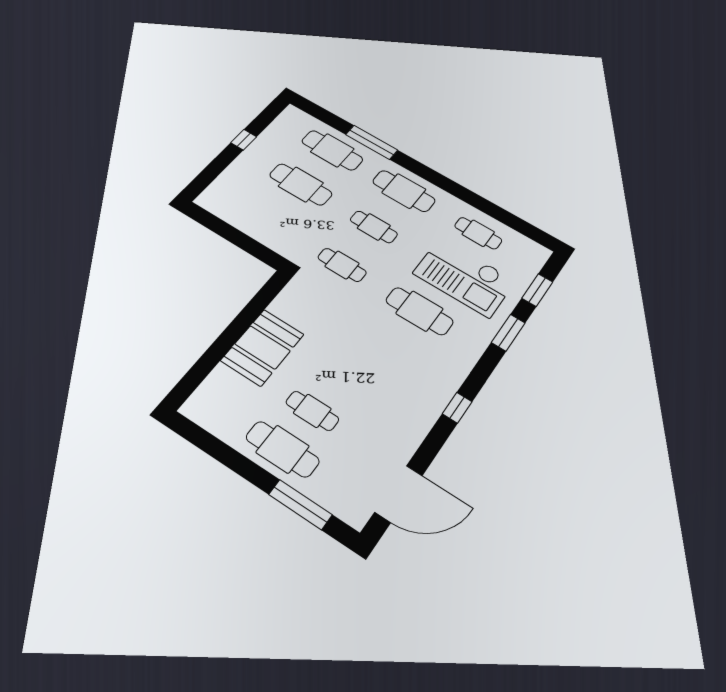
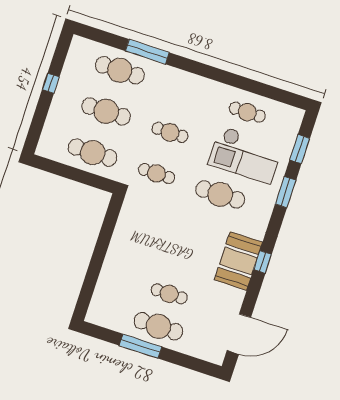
cafe table: (404, 191) -> (93, 153), moved
booth: (263, 347) -> (238, 261), moved
window: (300, 505) -> (141, 346), moved

